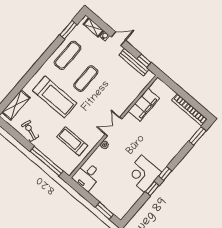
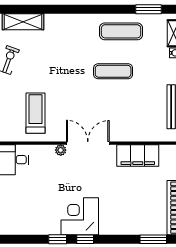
treadmill: (55, 97) -> (66, 55), removed
double door: (113, 127) -> (88, 143), width x1.37
corner desk: (143, 174) -> (80, 216), moved

